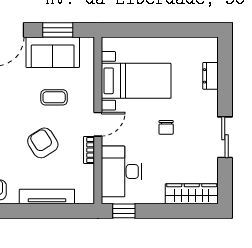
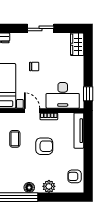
armchair: (43, 143) -> (44, 146), turned -148
wardrobe: (192, 194) -> (77, 44), width x0.67
tv unit: (47, 197) -> (79, 131), moved

